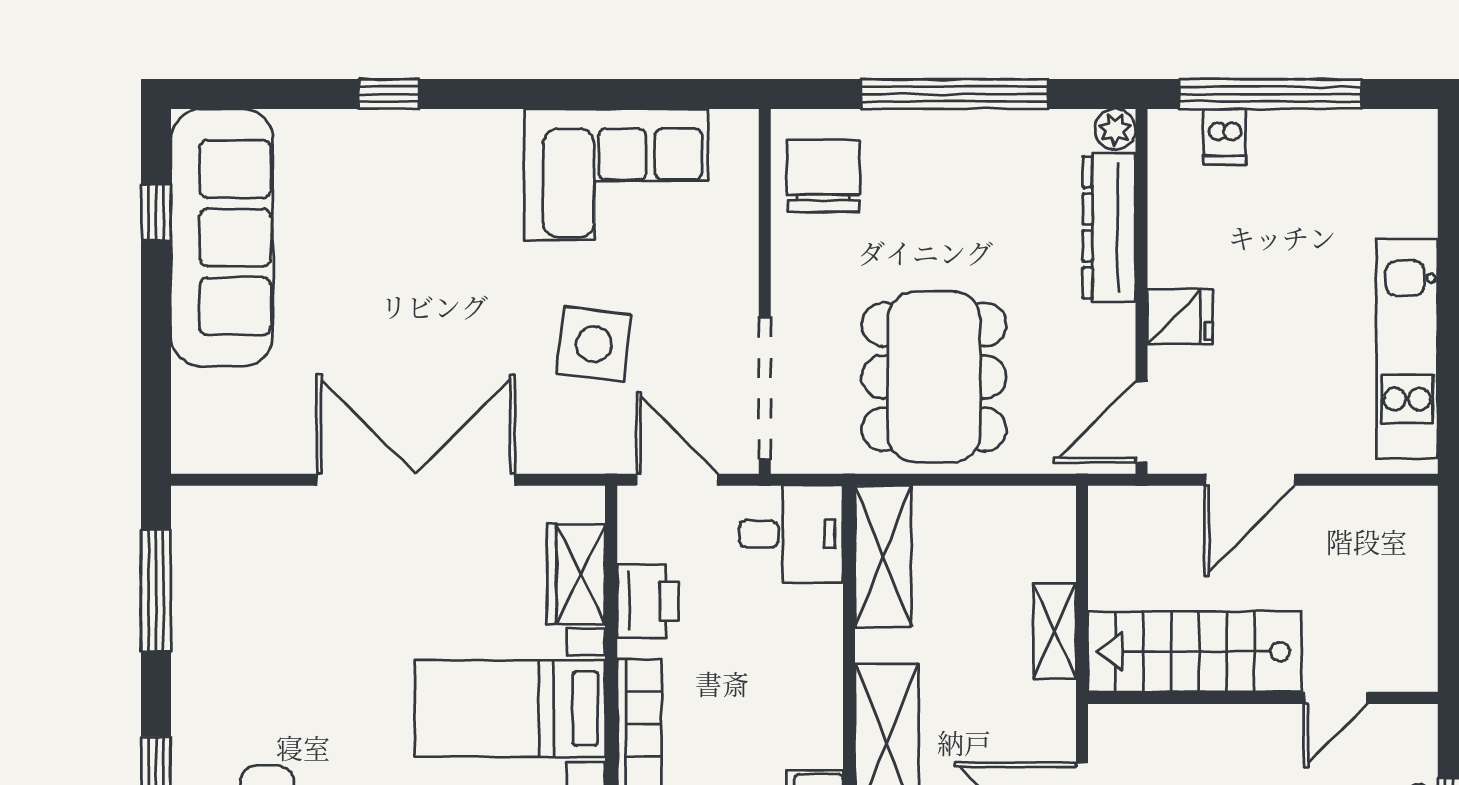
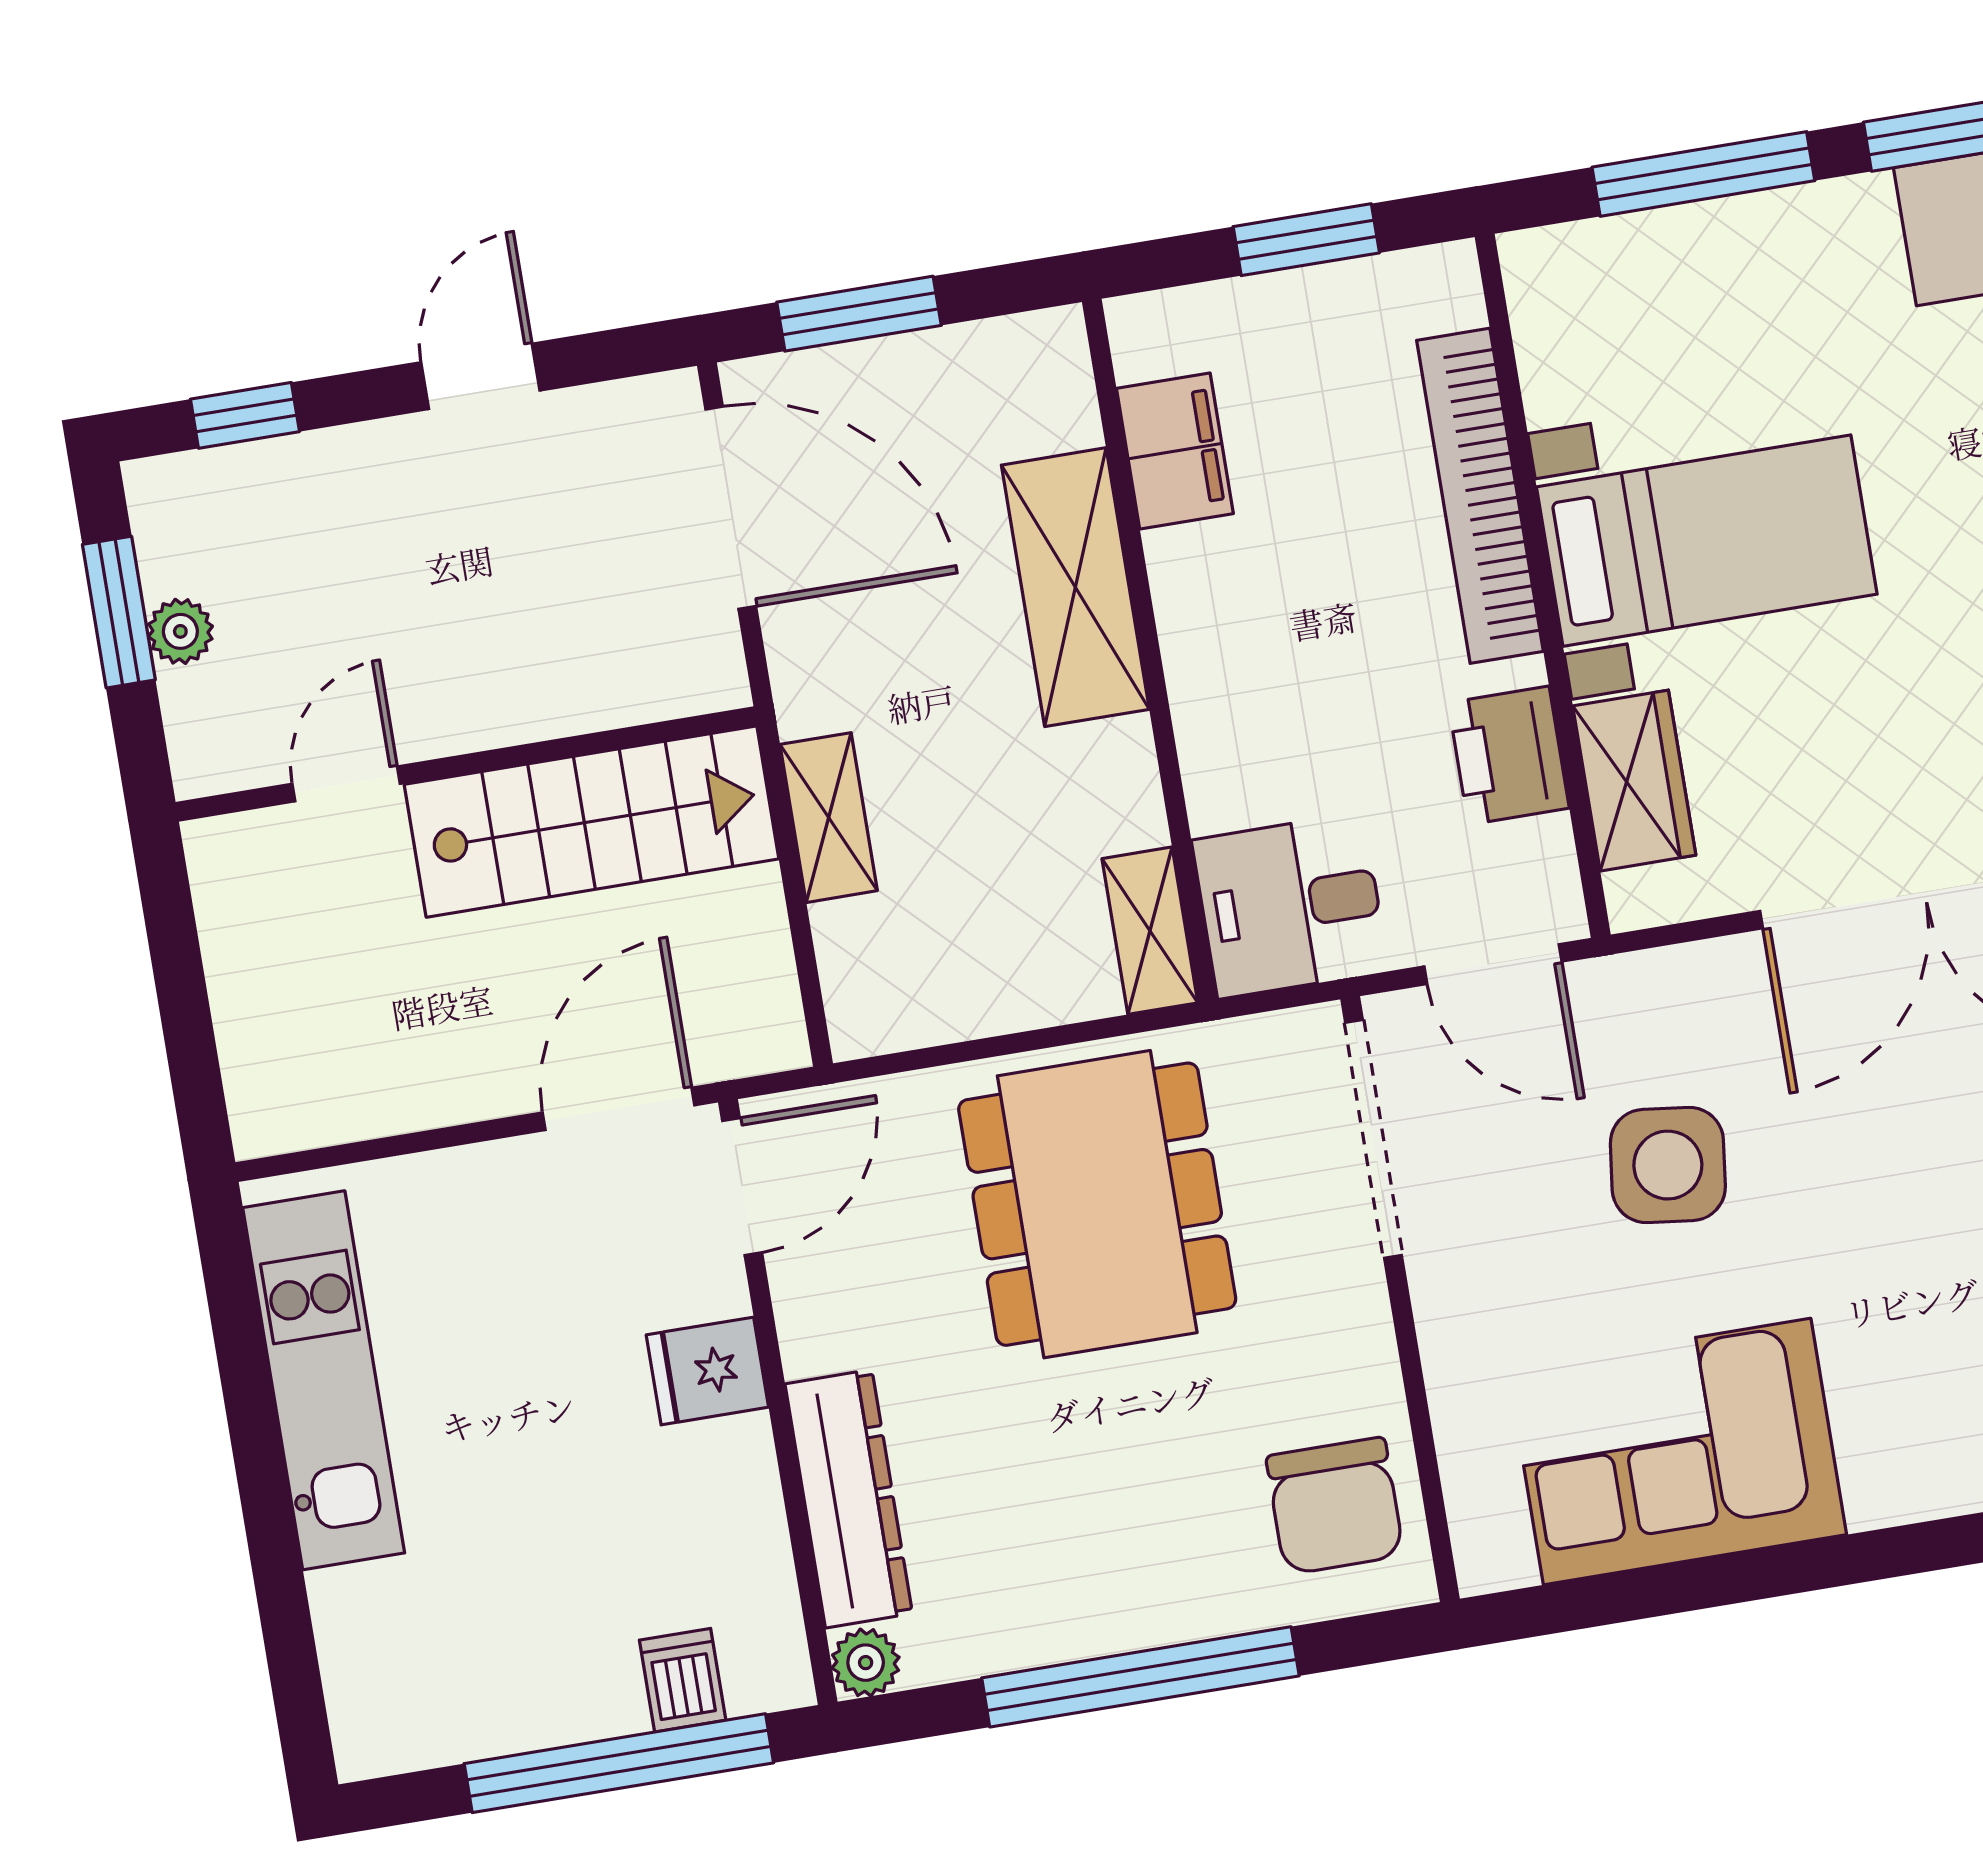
door: (1250, 480) -> (618, 1109), moved
shelving: (883, 557) -> (1150, 931), width x0.67, depth x0.75

